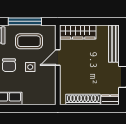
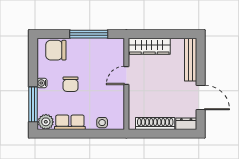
coffee table: (29, 41) -> (93, 57), removed
side table: (30, 67) -> (102, 123), moved

